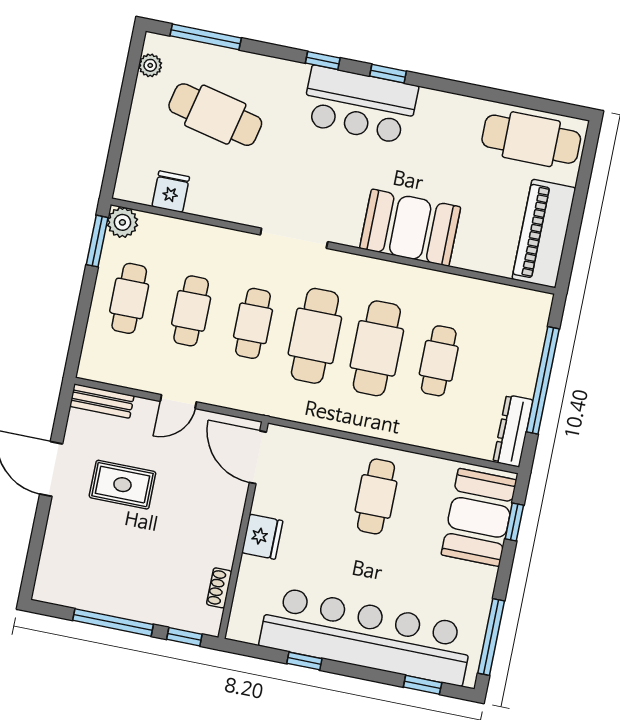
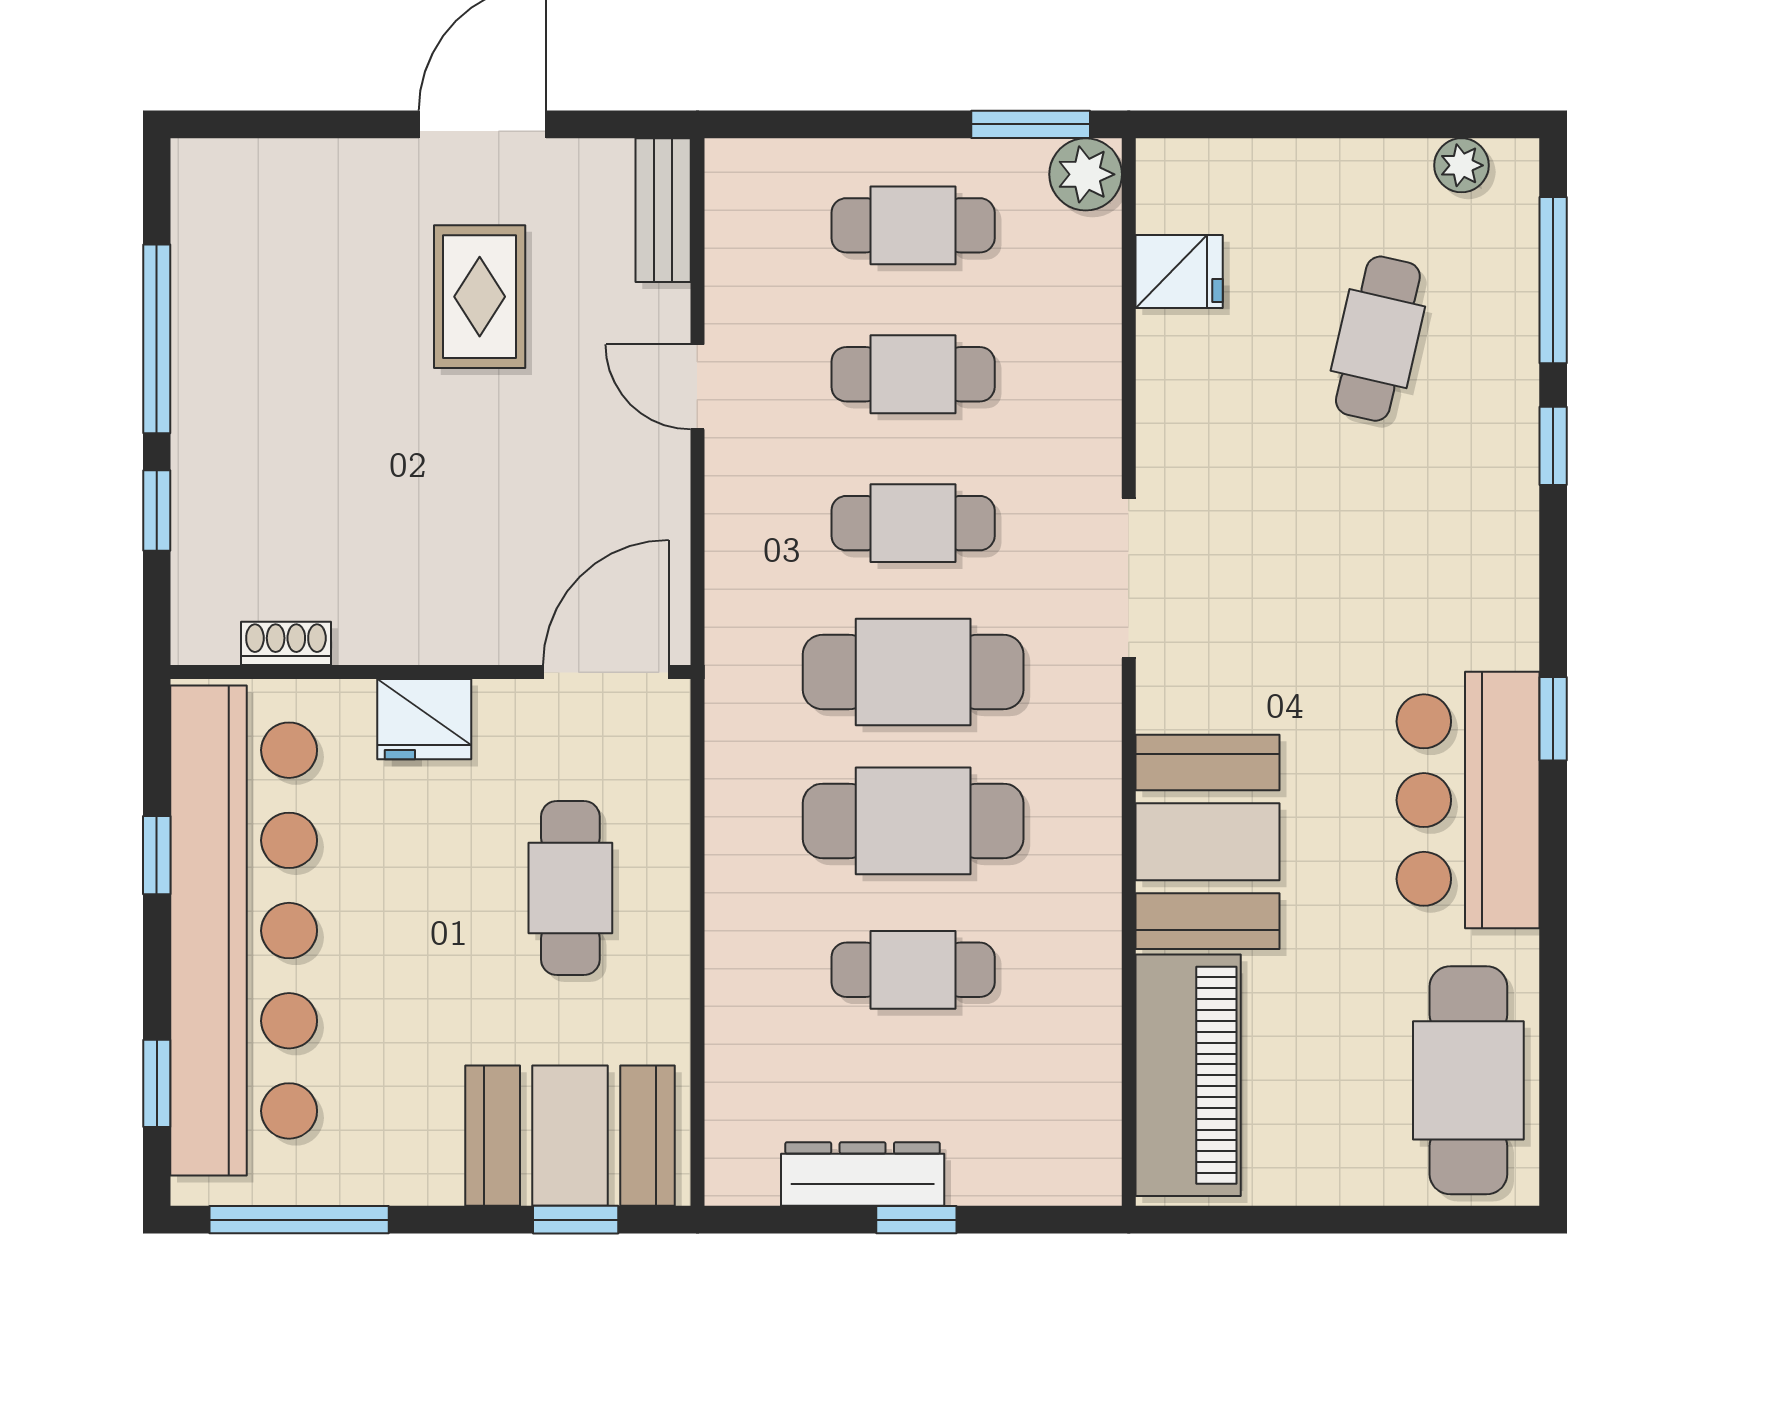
window: (323, 61) -> (1553, 446), moved
bar counter: (360, 105) -> (1468, 800), moved
cafe table: (215, 115) -> (1378, 339), width x0.73, depth x0.74
piano: (544, 233) -> (1188, 1075), moved, turned 90
window: (543, 380) -> (916, 1220), width x0.32
dresser: (513, 431) -> (863, 1174), moved
door: (258, 457) -> (606, 672), moved
cafe table: (376, 496) -> (570, 888), turned 90
wall: (243, 530) -> (431, 672), moved
fridge: (262, 537) -> (424, 719), moved
shoe rack: (219, 588) -> (286, 643), moved
window: (304, 661) -> (157, 855), moved

